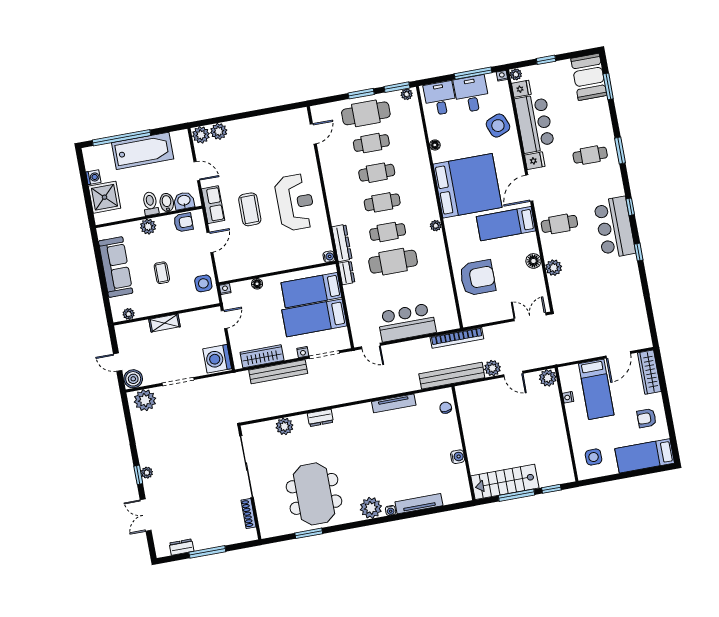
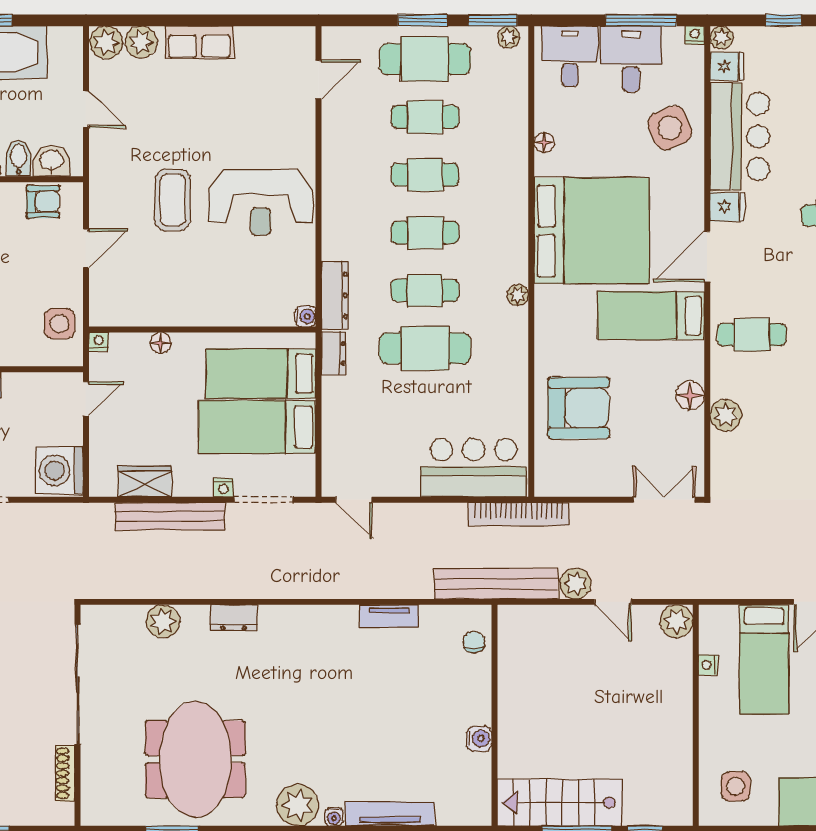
reception desk: (295, 202) -> (261, 202), turned 90
row of seats: (213, 205) -> (199, 42), moved, turned 90
bar counter: (407, 322) -> (474, 468), moved
wardrobe: (262, 356) -> (145, 481), width x0.67
tv unit: (394, 403) -> (389, 616), width x0.71

